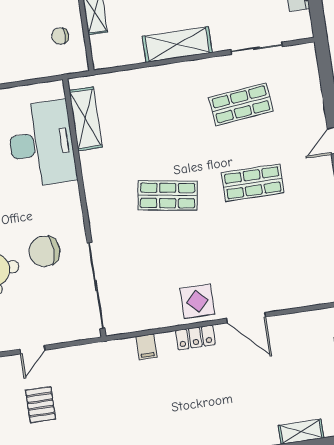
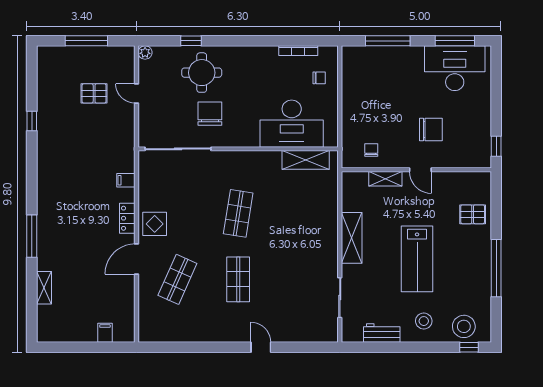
shop shelf: (241, 104) -> (177, 279), moved, turned 30

